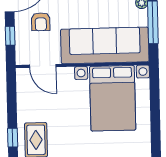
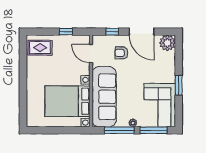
door: (43, 66) -> (91, 54), hinge flipped
window: (13, 138) -> (66, 32), moved

